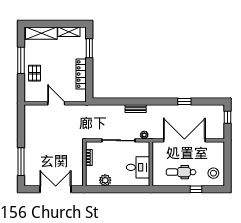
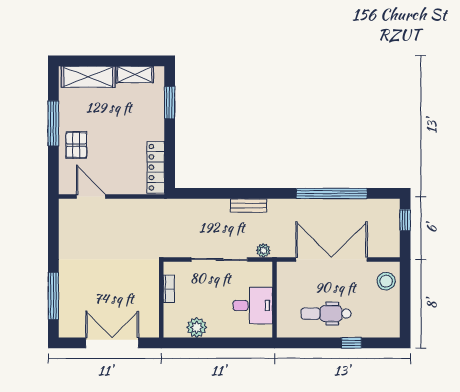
locker: (81, 74) -> (156, 167), moved
window: (184, 102) -> (332, 193), width x3.17
door: (56, 103) -> (91, 197), moved
stool: (213, 173) -> (386, 281), moved

